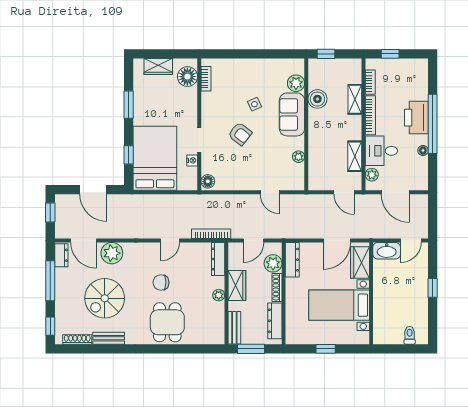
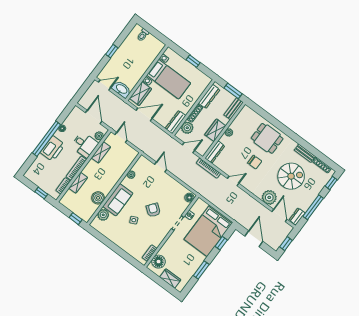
dining table: (167, 322) -> (267, 138), turned 90

